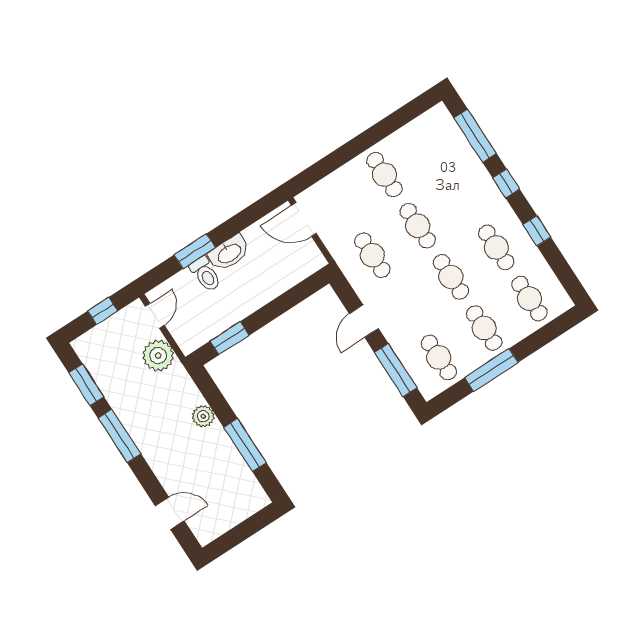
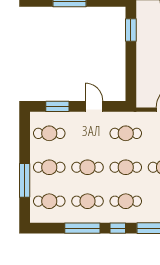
cafe table: (463, 196) -> (126, 201), added
window: (537, 231) -> (82, 228), width x2.17
window: (396, 370) -> (57, 106), width x0.69
window: (491, 370) -> (25, 180), moved

